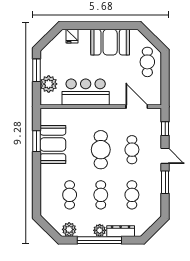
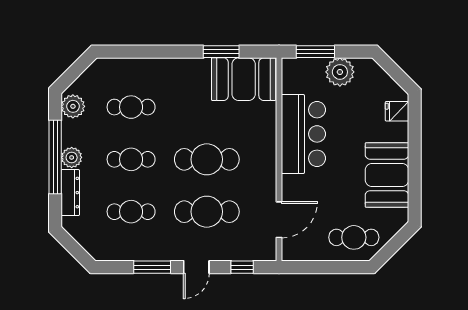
window: (37, 70) -> (315, 52), moved
plant: (49, 84) -> (340, 72), moved
booth: (53, 144) -> (244, 79), moved
cafe table: (132, 150) -> (207, 212), width x1.37, depth x1.35

